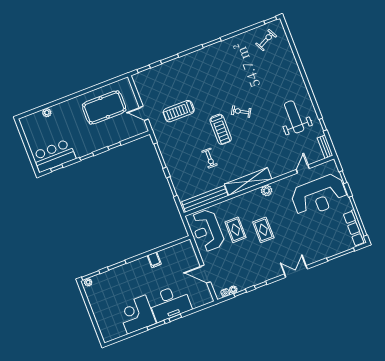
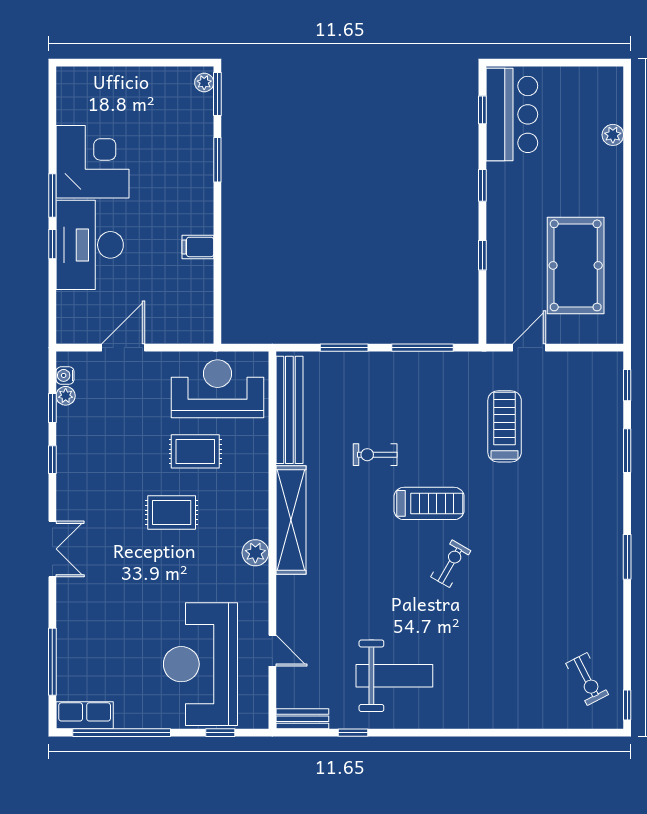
treadmill: (221, 129) -> (429, 503), turned 180
row of seats: (355, 228) -> (85, 715), width x0.68

